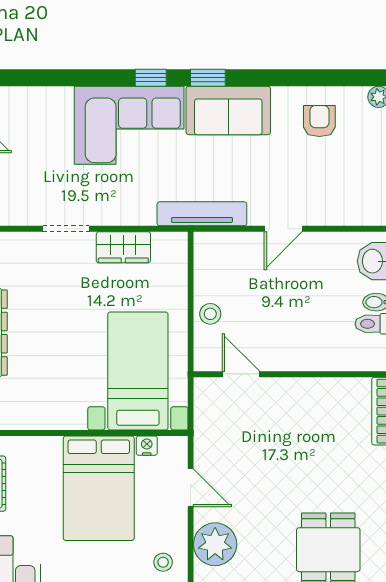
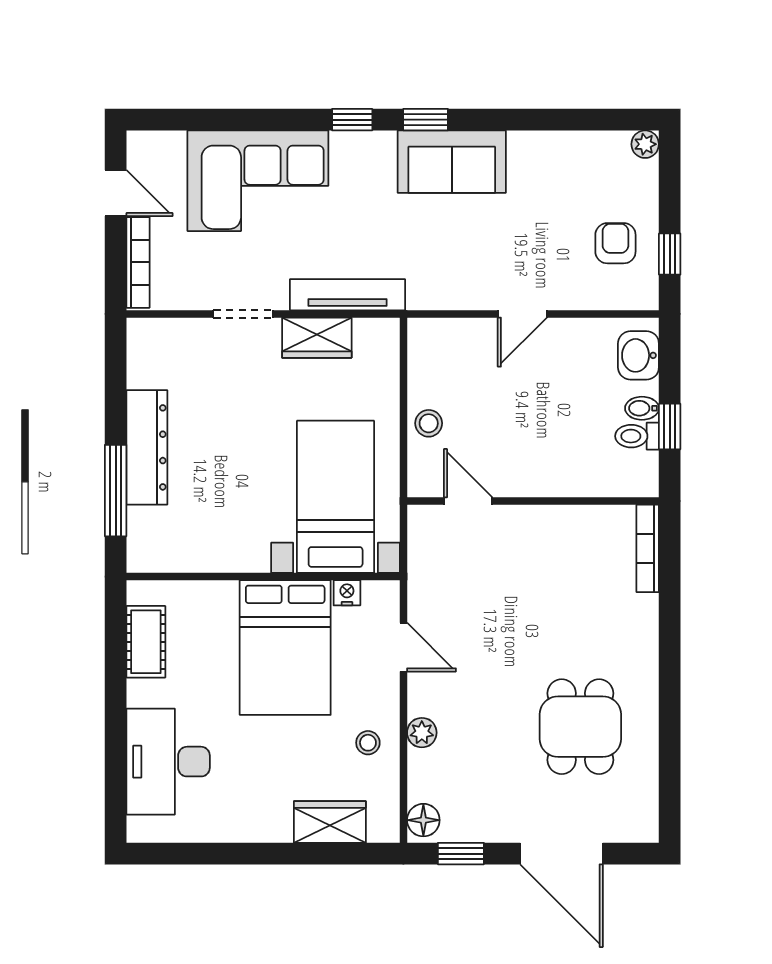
armchair: (319, 121) -> (615, 243), moved
corner sofa: (129, 125) -> (258, 181), moved
tv unit: (202, 214) -> (347, 295), moved
plant: (215, 544) -> (422, 733), width x0.53, depth x0.53

